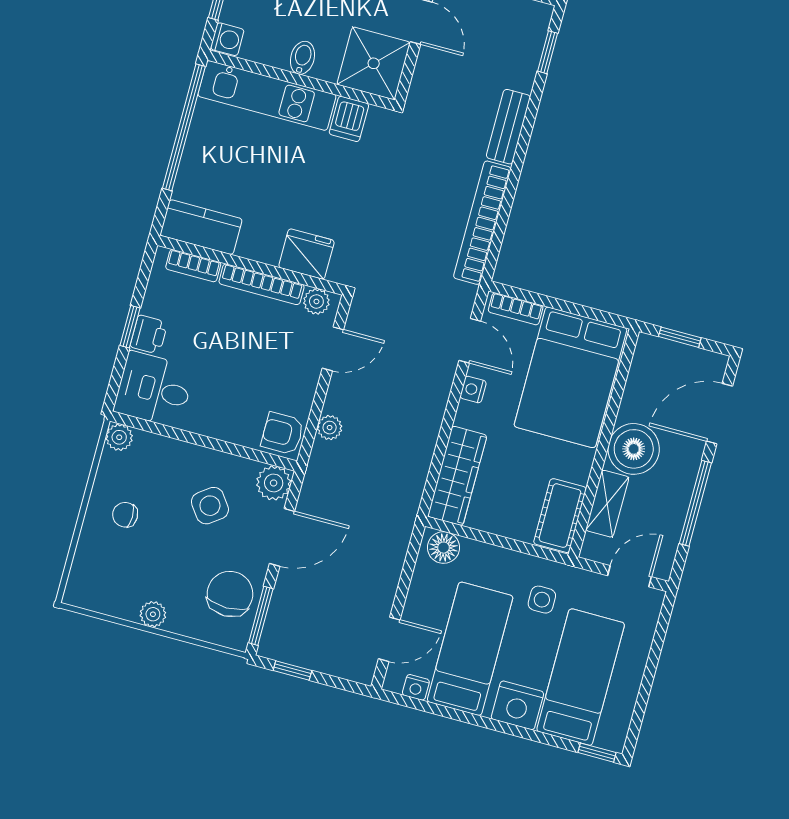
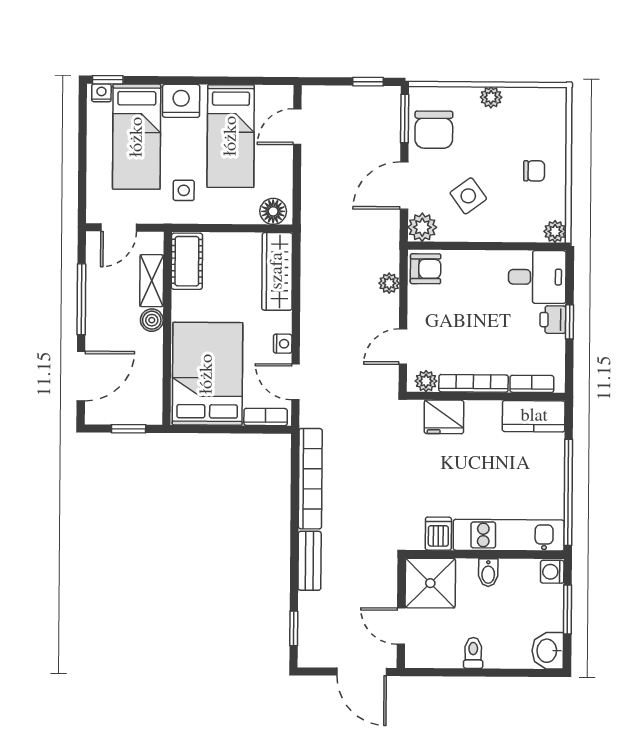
boiler: (634, 449) -> (152, 320), width x0.54, depth x0.54
nightstand: (416, 687) -> (101, 93), moved

